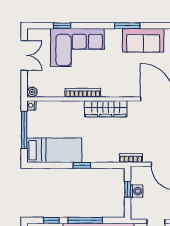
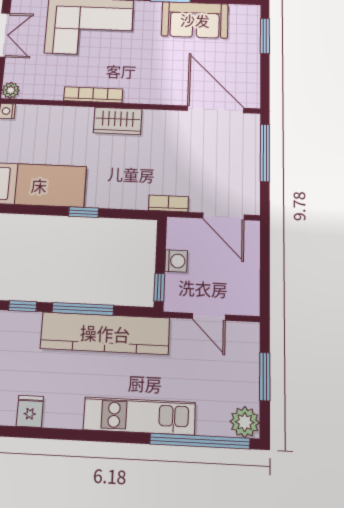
wardrobe: (106, 109) -> (118, 121), width x0.67
window: (128, 189) -> (159, 287), moved

